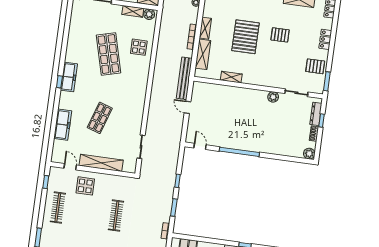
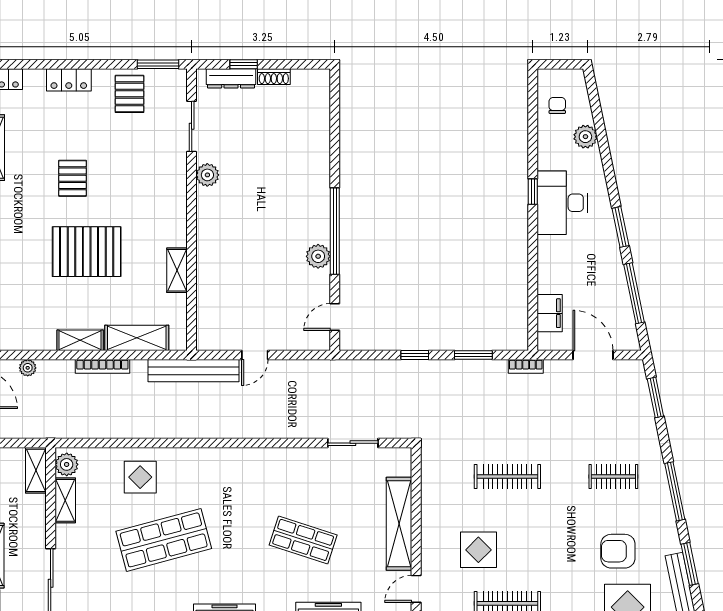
plant: (309, 154) -> (318, 256), moved
display table: (85, 186) -> (478, 550), moved

